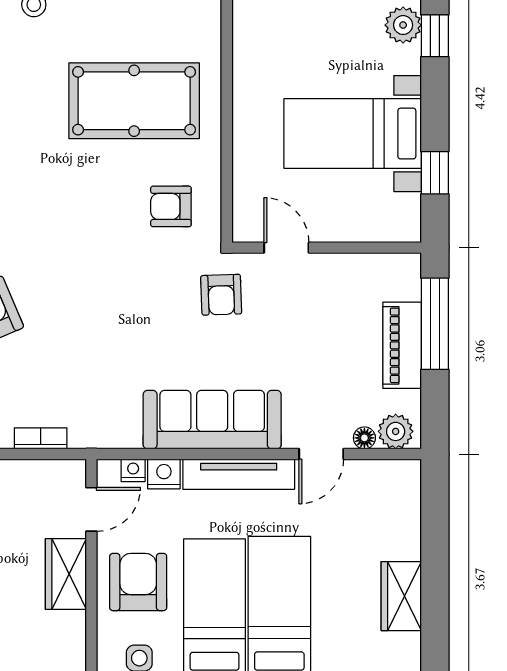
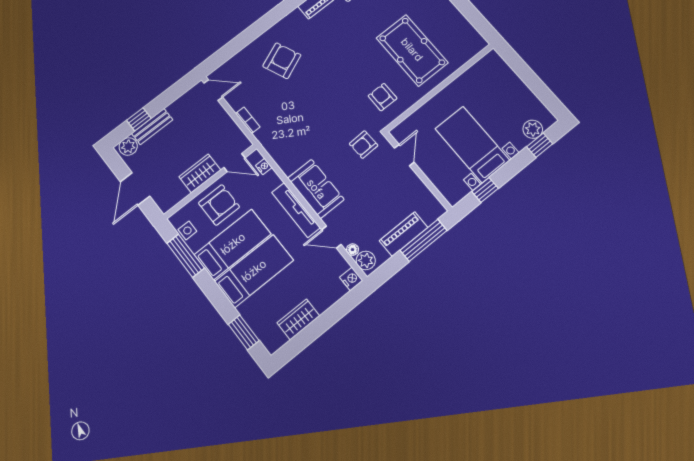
sofa: (212, 420) -> (316, 189), width x0.73
nightstand: (164, 474) -> (351, 279), moved

